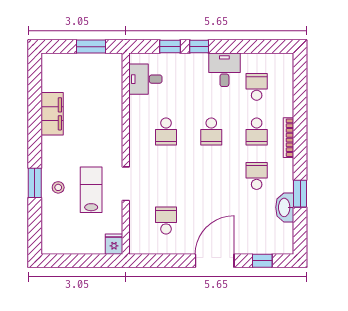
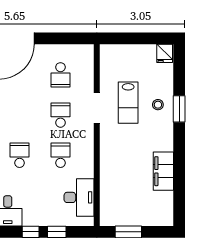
desk: (145, 79) -> (79, 197), width x1.37
school desk: (166, 176) -> (60, 115), added
fridge: (114, 244) -> (165, 53), moved

